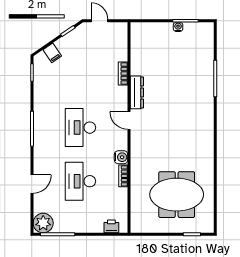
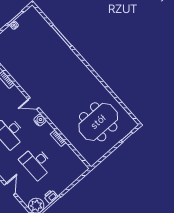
dresser: (137, 92) -> (24, 84), removed
water cooler: (121, 157) -> (40, 120), moved
printer: (111, 226) -> (51, 196), moved

